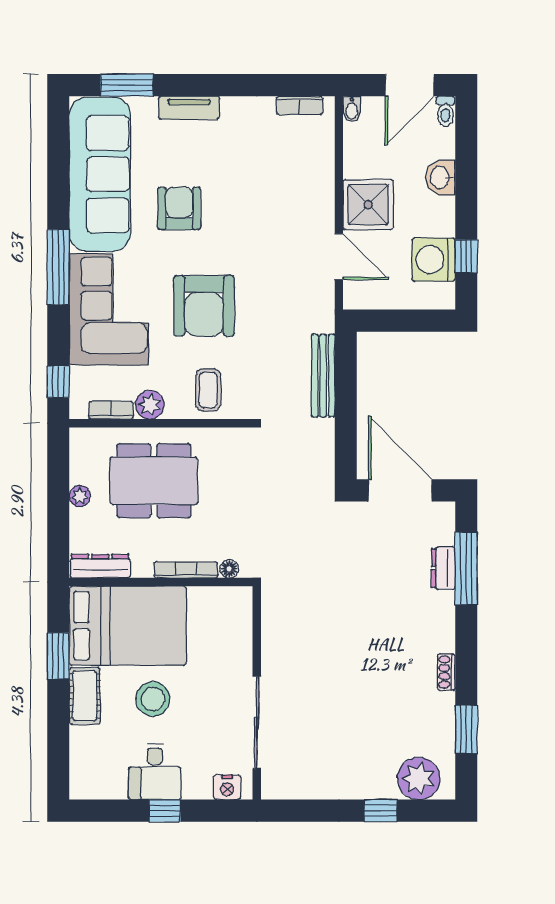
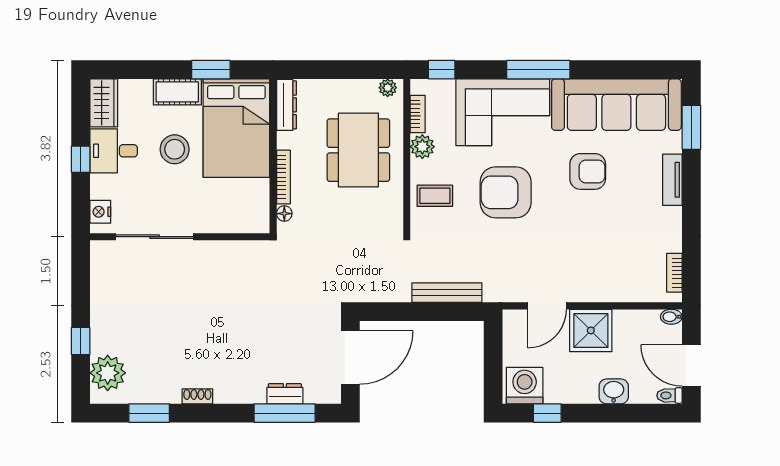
washing machine: (434, 259) -> (525, 386), moved
plant: (80, 496) -> (388, 88), moved
wardrobe: (98, 783) -> (104, 103), added

